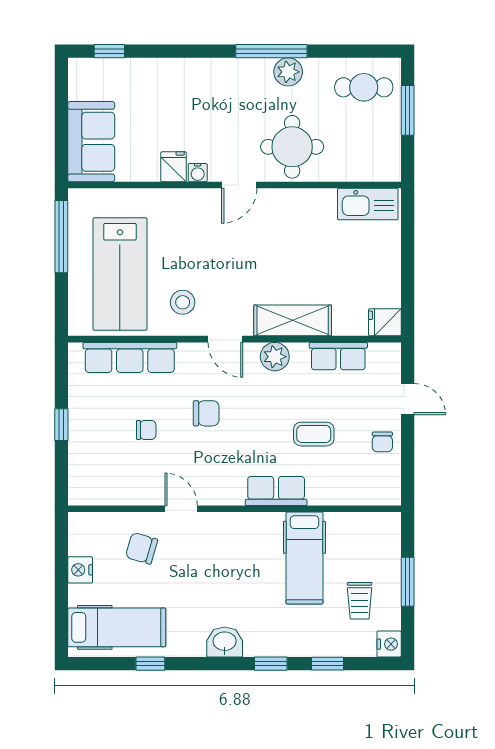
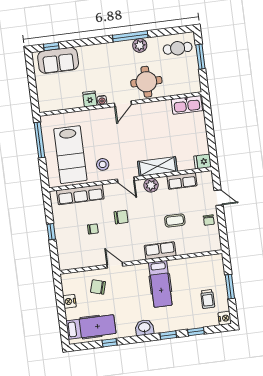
sofa: (91, 142) -> (58, 60), moved, turned 90
hospital bed: (304, 558) -> (160, 284), moved

